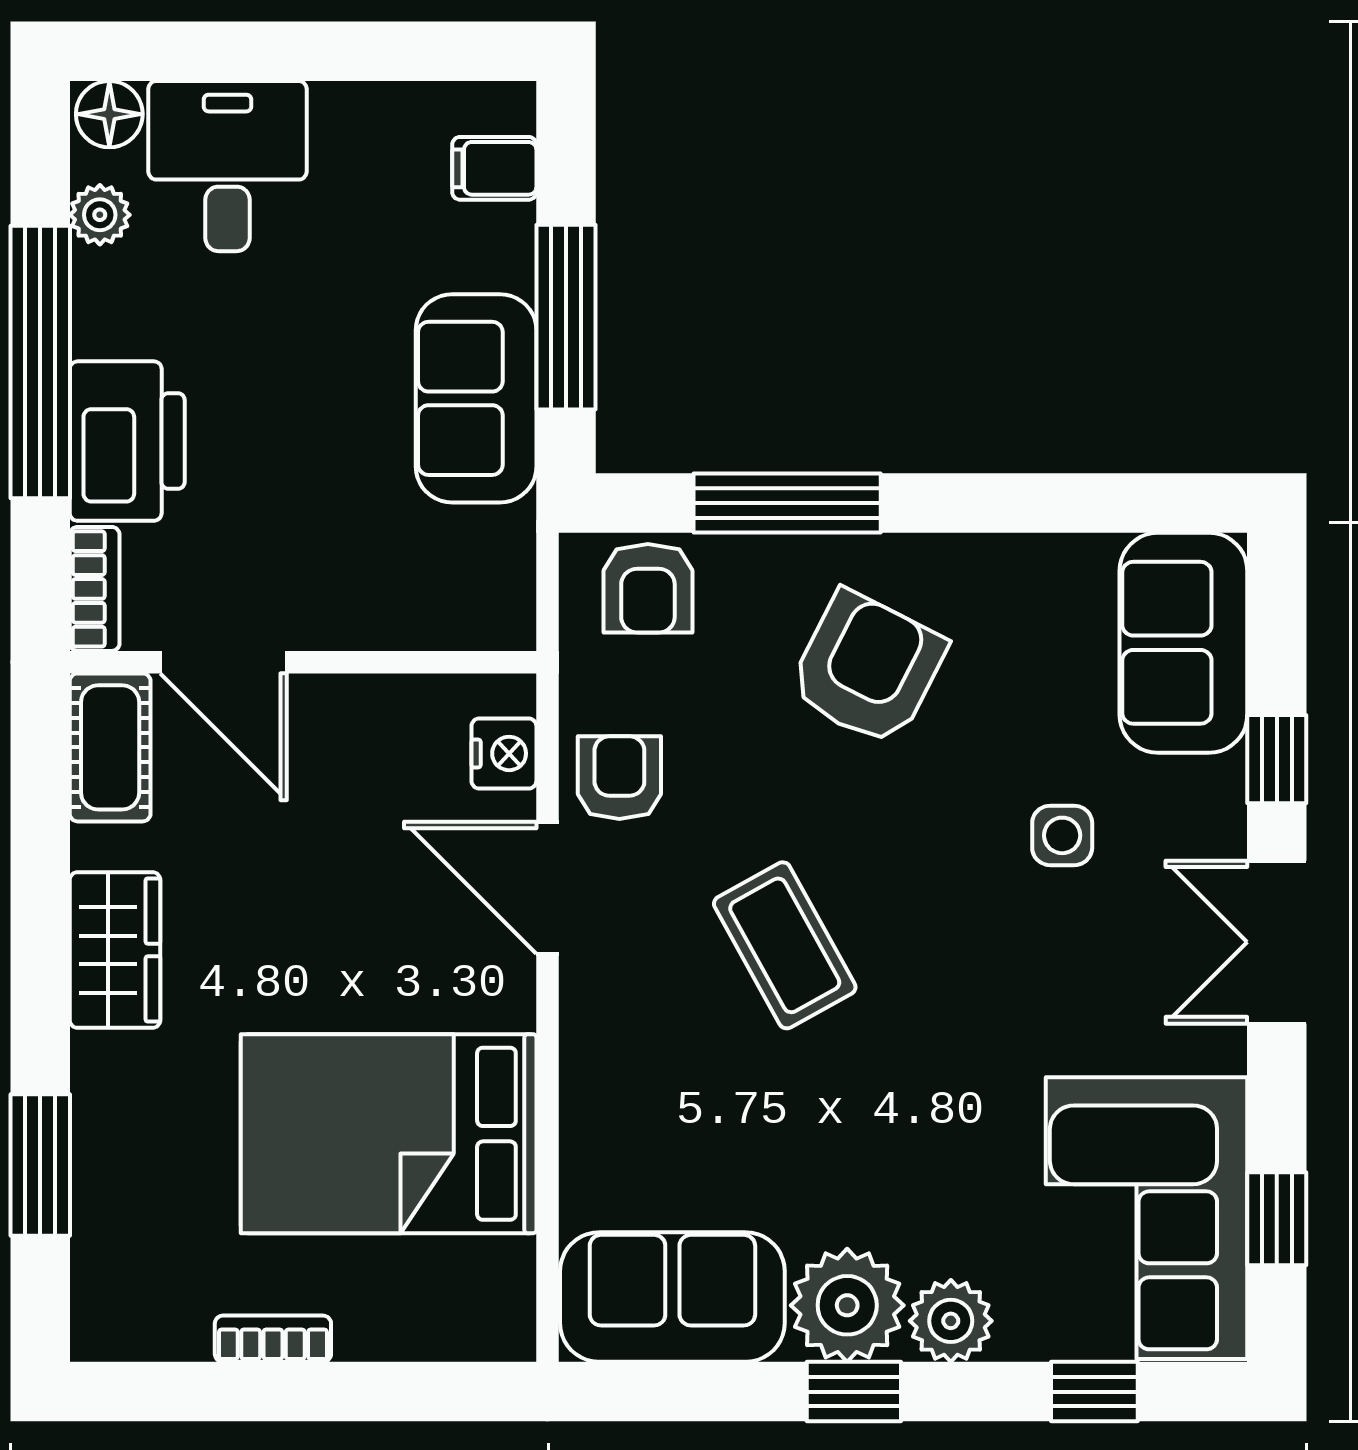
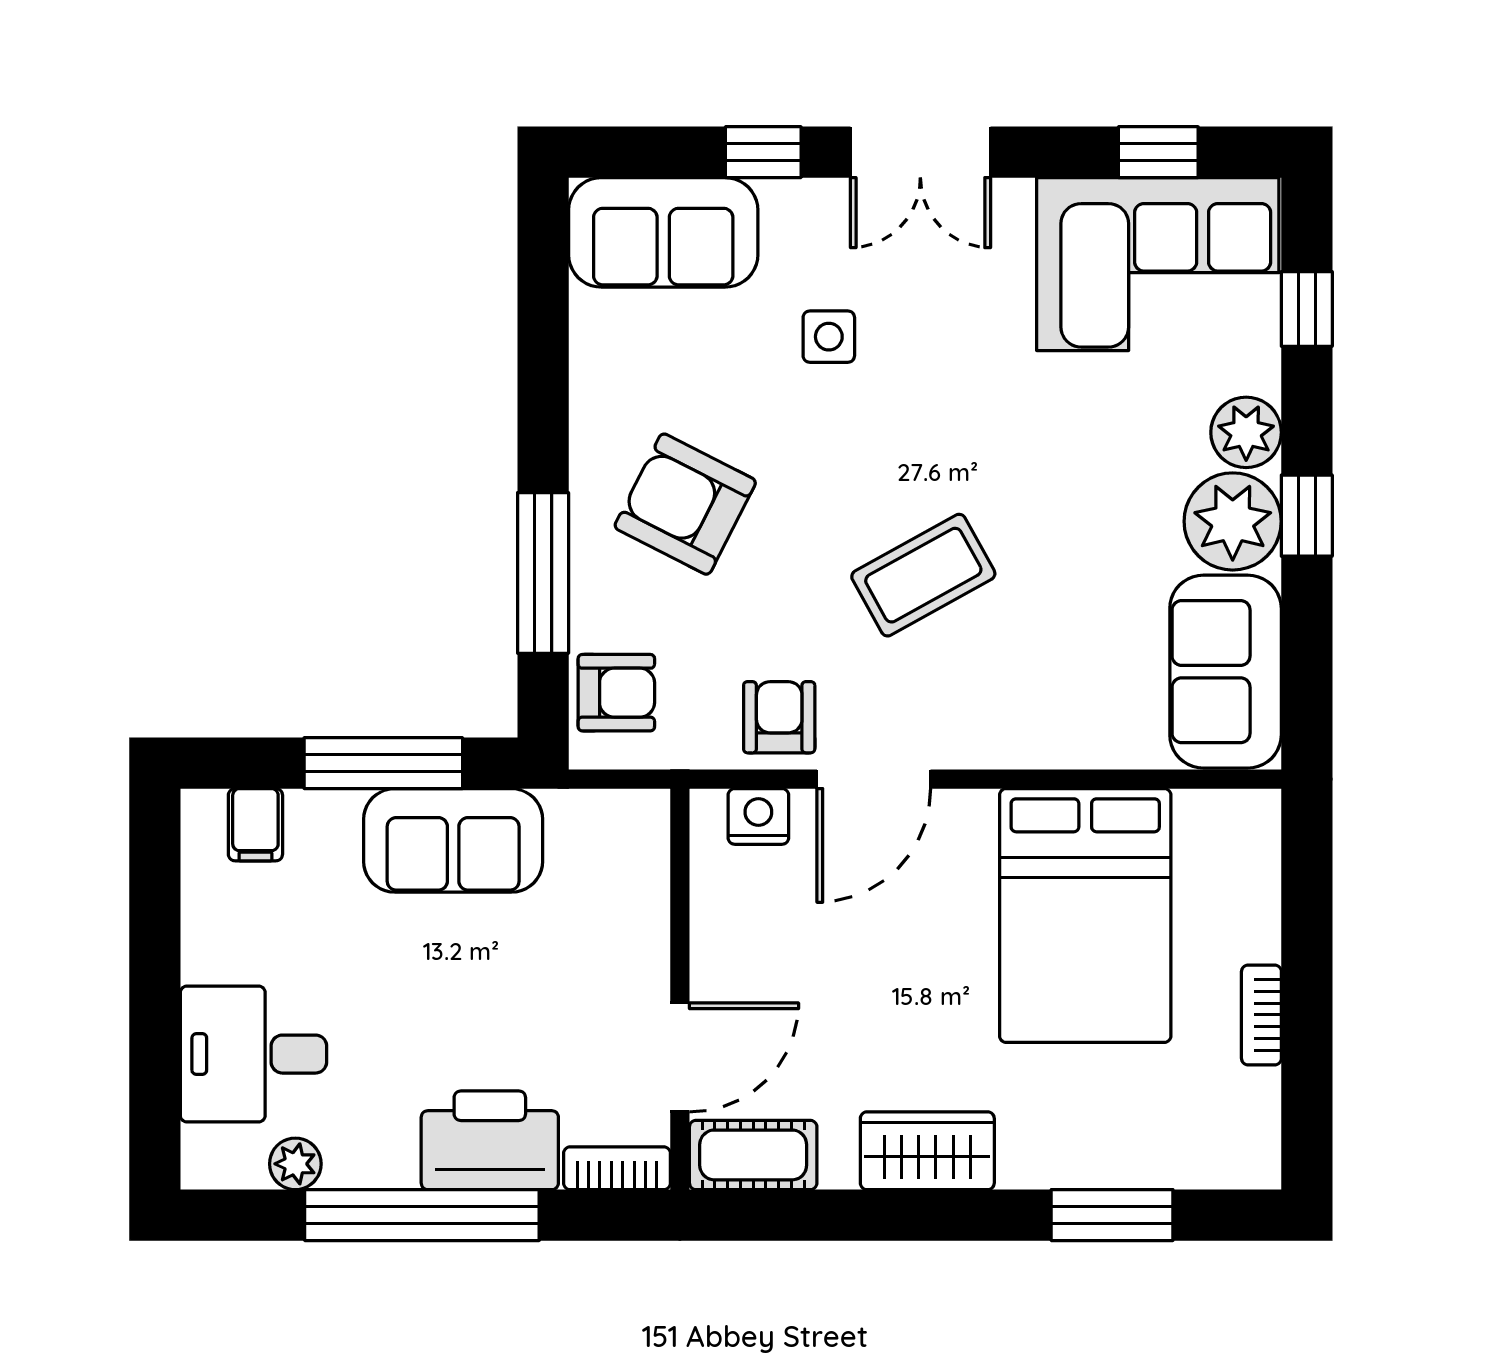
floor lamp: (109, 114) -> (209, 1156), removed
armchair: (619, 778) -> (779, 717), turned 90

